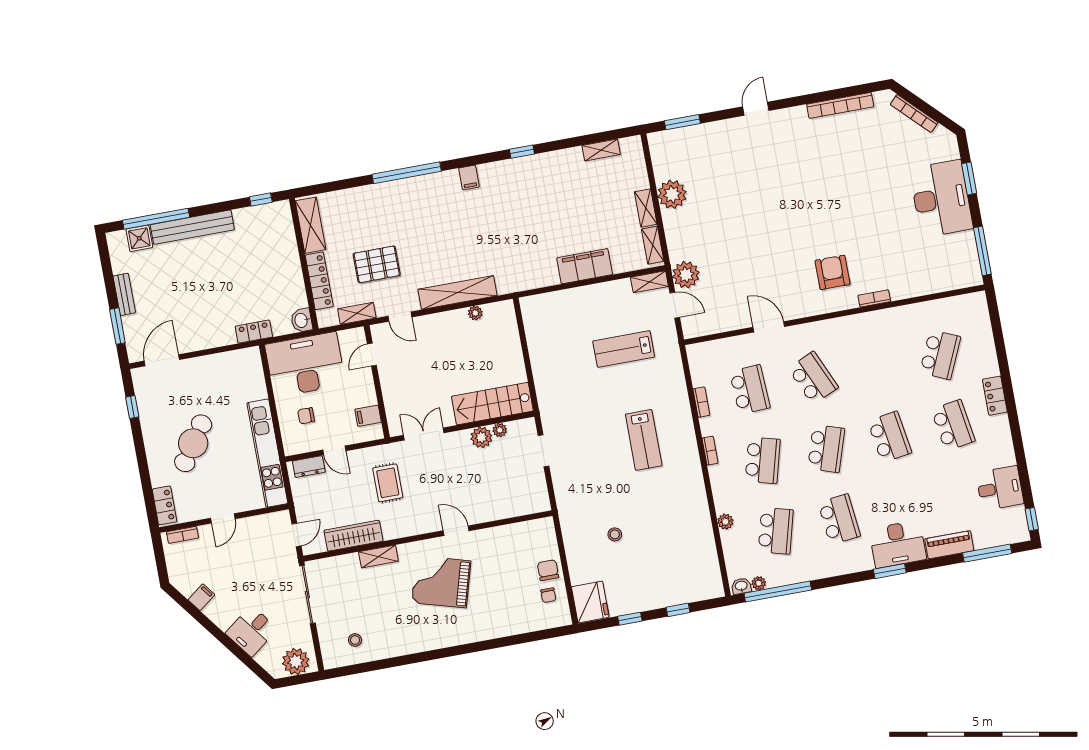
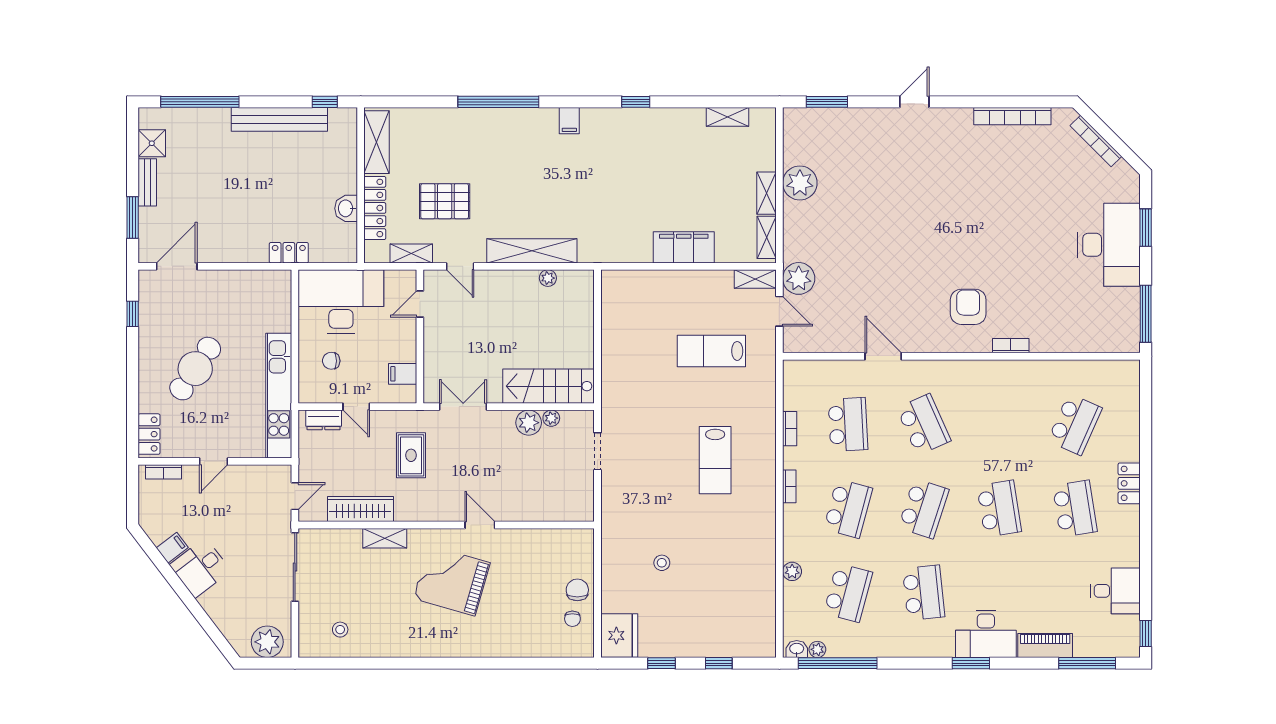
bench: (192, 227) -> (279, 119), moved
shower: (139, 238) -> (152, 143), moved
washbasin: (302, 320) -> (346, 208), moved
desk: (251, 631) -> (200, 568), moved

